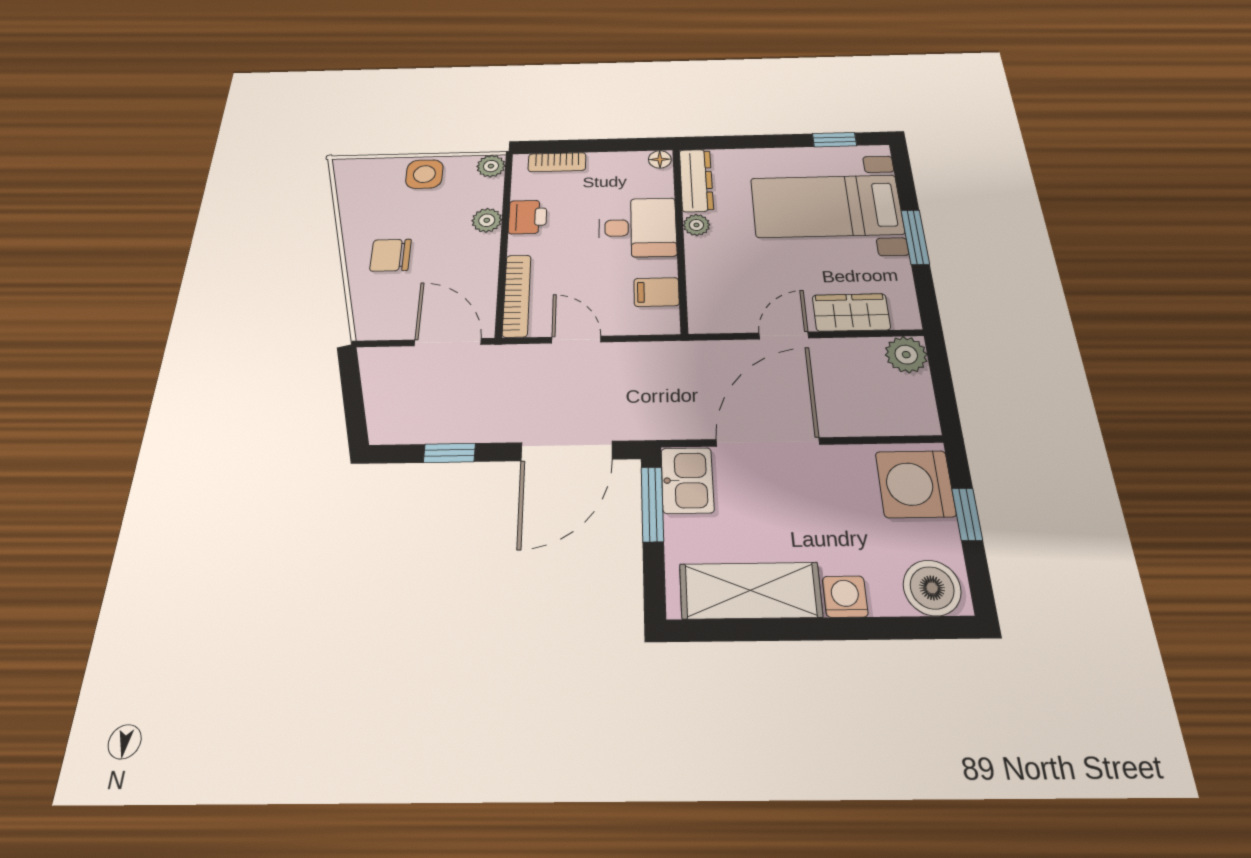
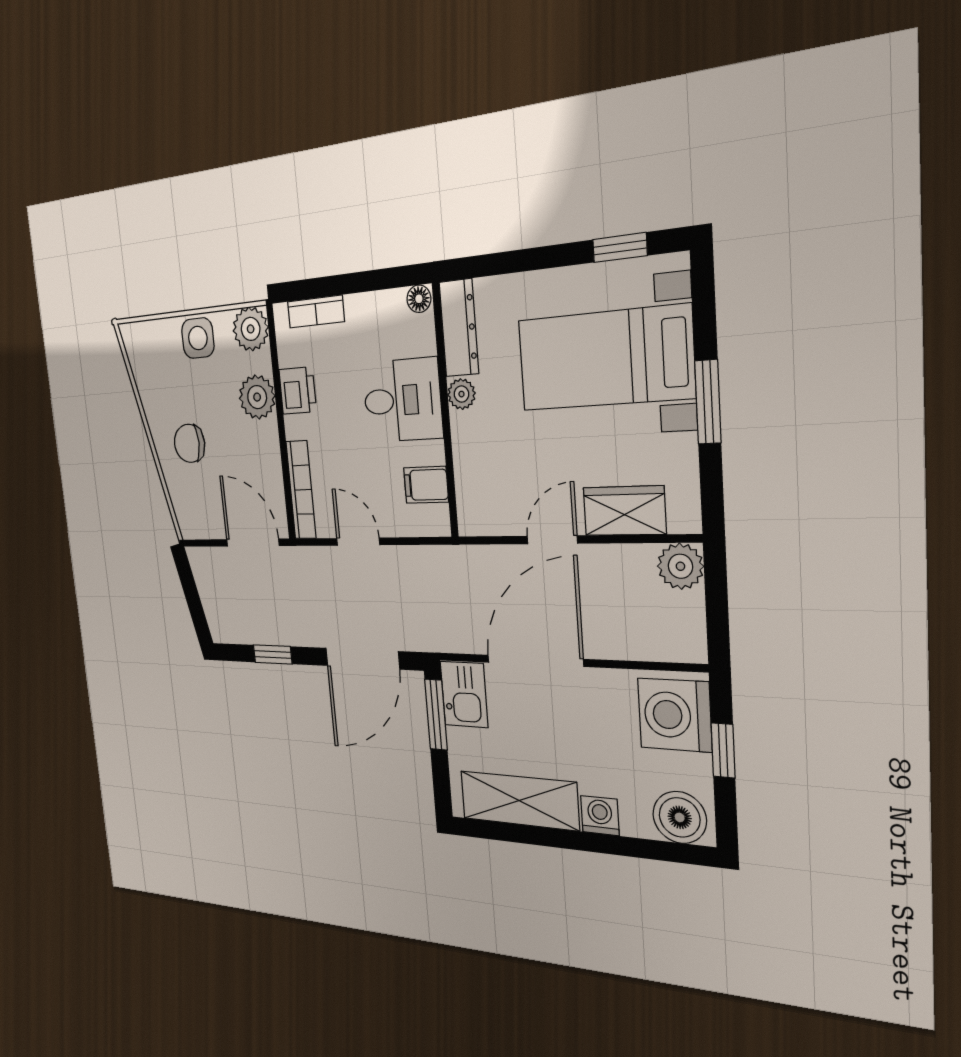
plant: (491, 166) -> (251, 329), width x1.38, depth x1.38
plant: (487, 220) -> (257, 397), width x1.38, depth x1.38

